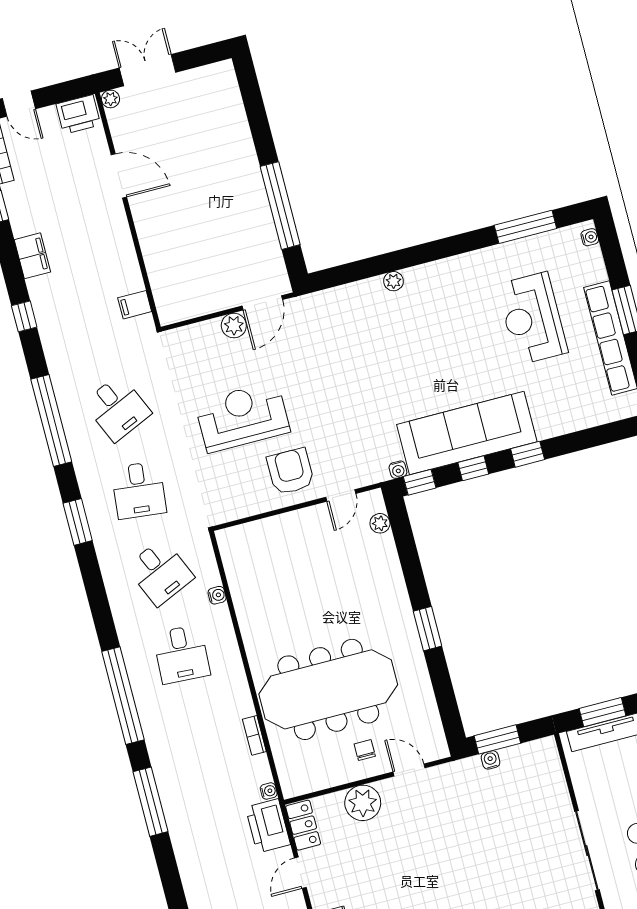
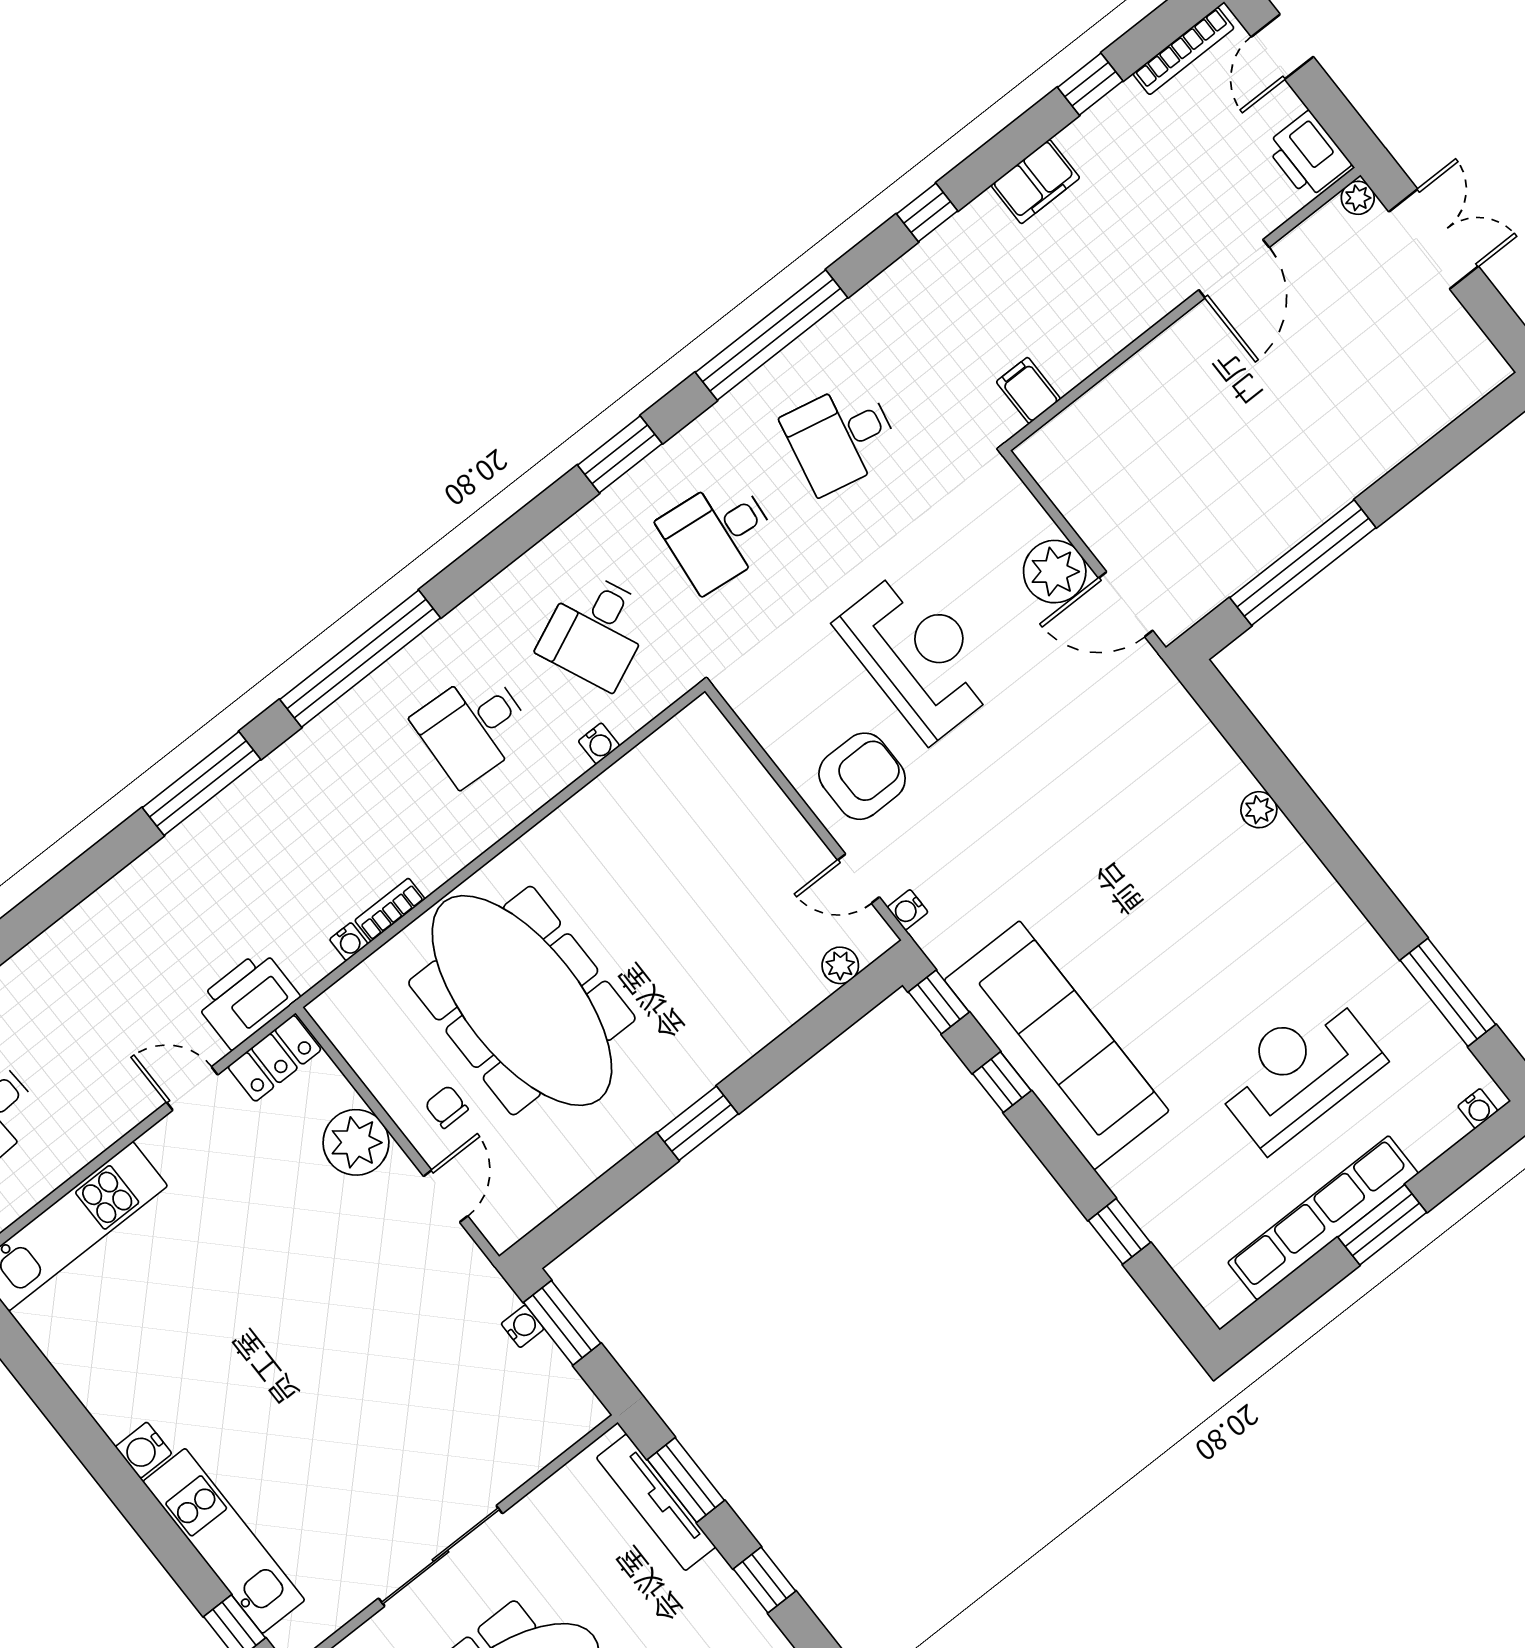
plant: (234, 326) -> (1055, 572), width x1.36, depth x1.36
desk: (117, 408) -> (841, 437), turned 36
window: (528, 454) -> (1119, 1231), moved
water cooler: (398, 470) -> (908, 910), moved
chair: (365, 750) -> (447, 1107), turned -90
water cooler: (269, 791) -> (349, 942), moved

